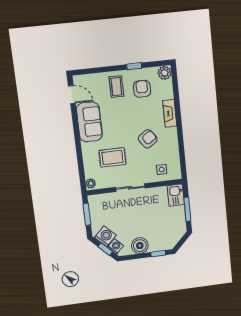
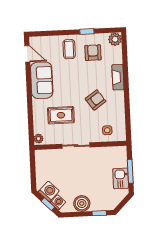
kitchen sink: (176, 195) -> (121, 178), moved
window: (87, 214) -> (33, 168), removed

